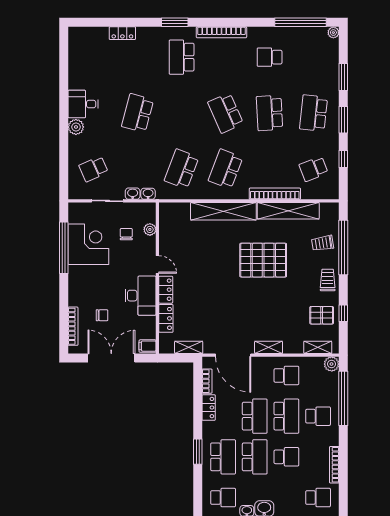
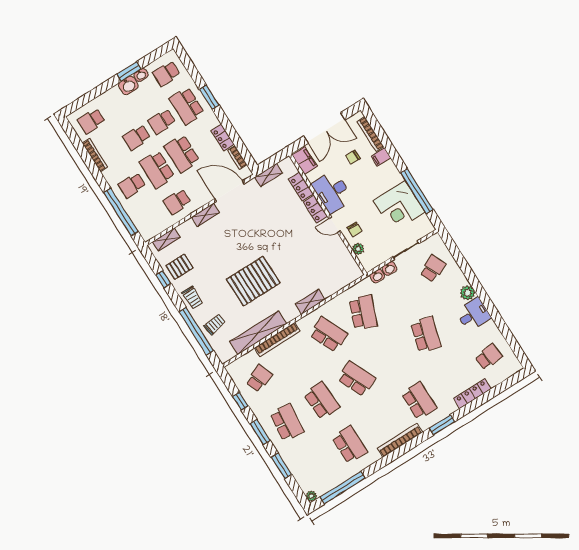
locker: (122, 33) -> (472, 394), width x1.53
school desk: (94, 57) -> (489, 357), added
school desk: (270, 57) -> (350, 445), width x1.85
school desk: (226, 169) -> (328, 334), turned -45
shelving: (223, 211) -> (310, 302), width x0.45, depth x0.75
chair: (126, 234) -> (355, 229), moved
filing cabinet: (77, 299) -> (381, 157), added
filing cabinet: (148, 346) -> (305, 161), width x2.00
plant: (332, 364) -> (147, 233), removed
school desk: (255, 457) -> (162, 122), width x0.54

